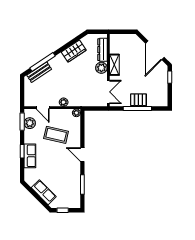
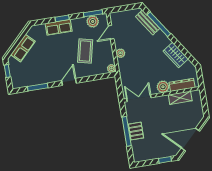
shelving: (114, 65) -> (180, 98), moved
double door: (108, 92) -> (139, 98), swing flipped

